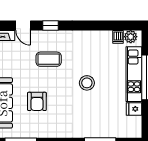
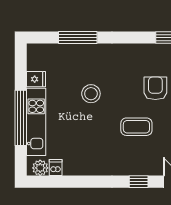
coffee table: (49, 59) -> (136, 127), moved
stool: (87, 83) -> (91, 94), moved

